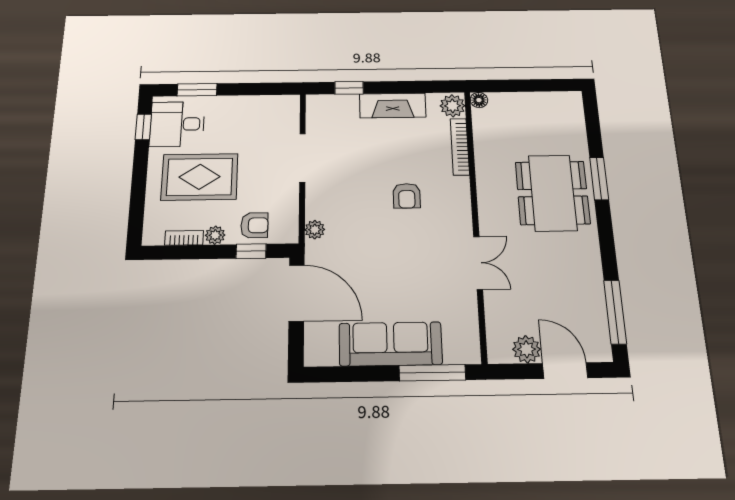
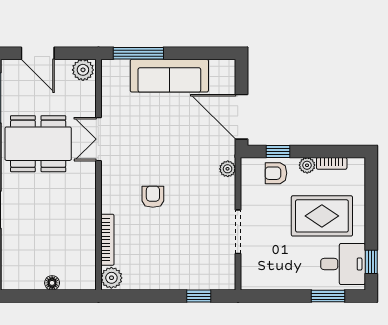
floor lamp: (479, 100) -> (52, 283), moved
fireplace: (393, 105) -> (162, 279), removed
dining table: (553, 193) -> (38, 144), moved, turned 90
plant: (527, 349) -> (83, 70), moved

